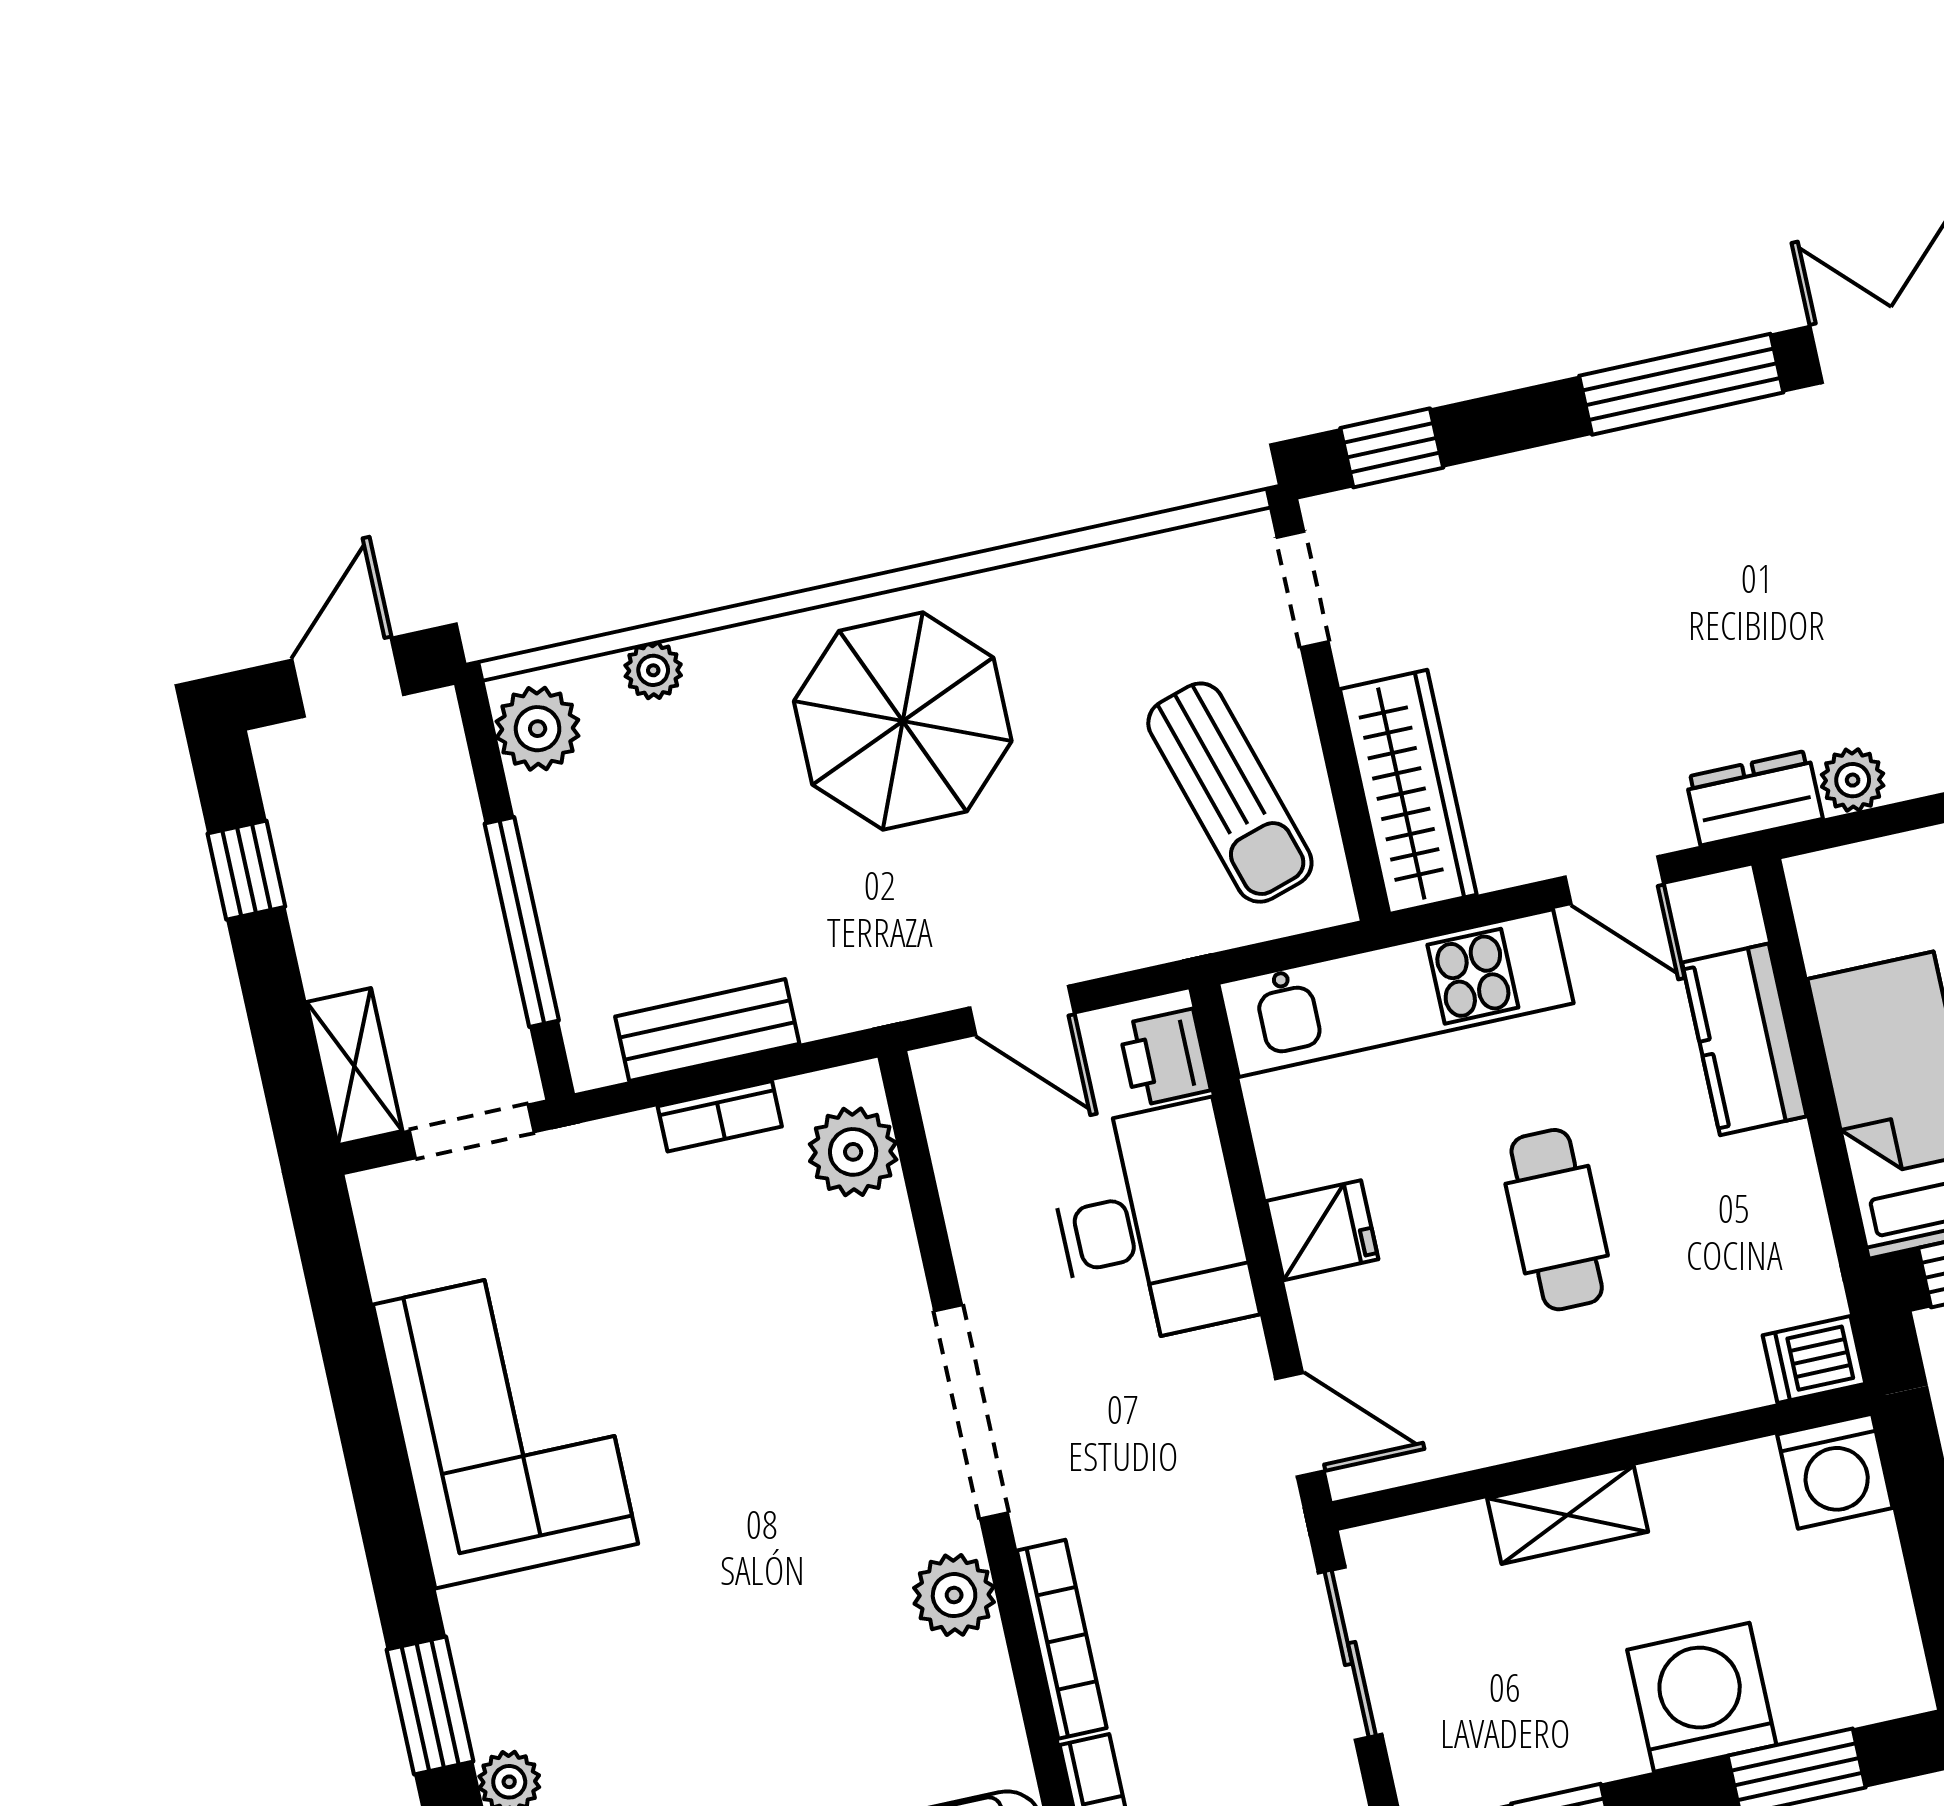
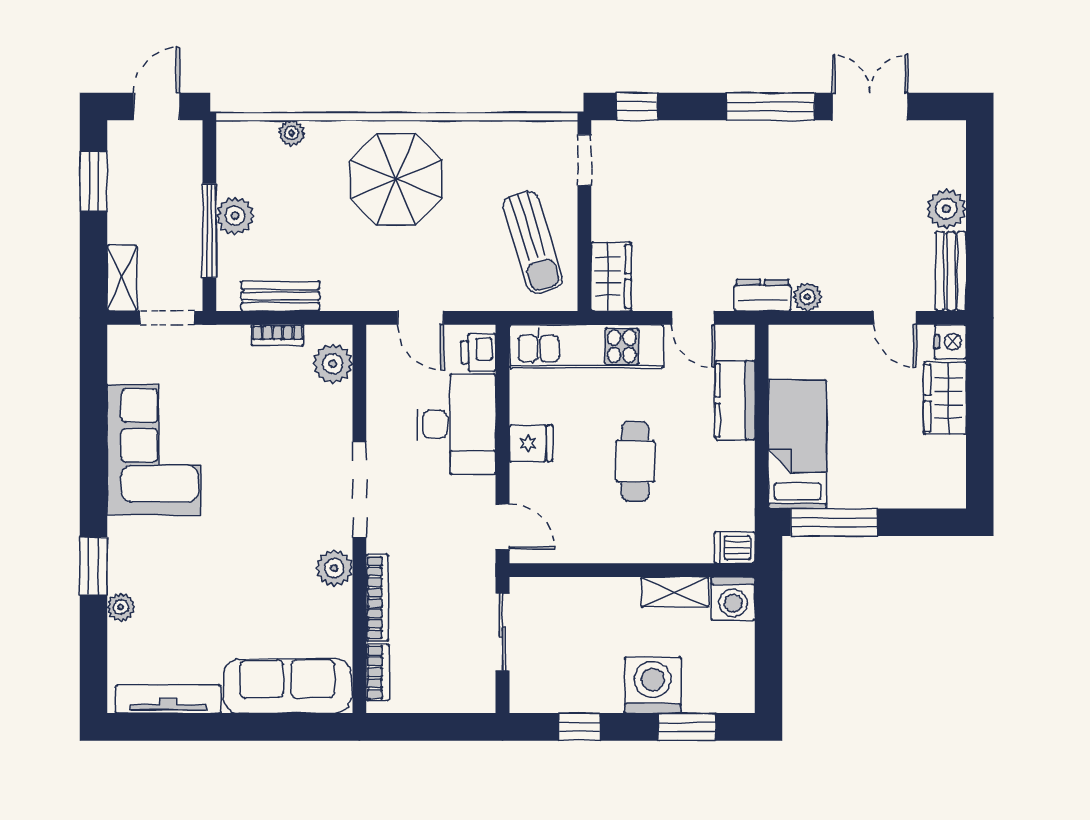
plant: (538, 729) -> (235, 216), moved
wardrobe: (1408, 792) -> (611, 276), width x0.67
window: (246, 870) -> (94, 181), width x1.50
shelving: (1568, 1515) -> (675, 592), moved

